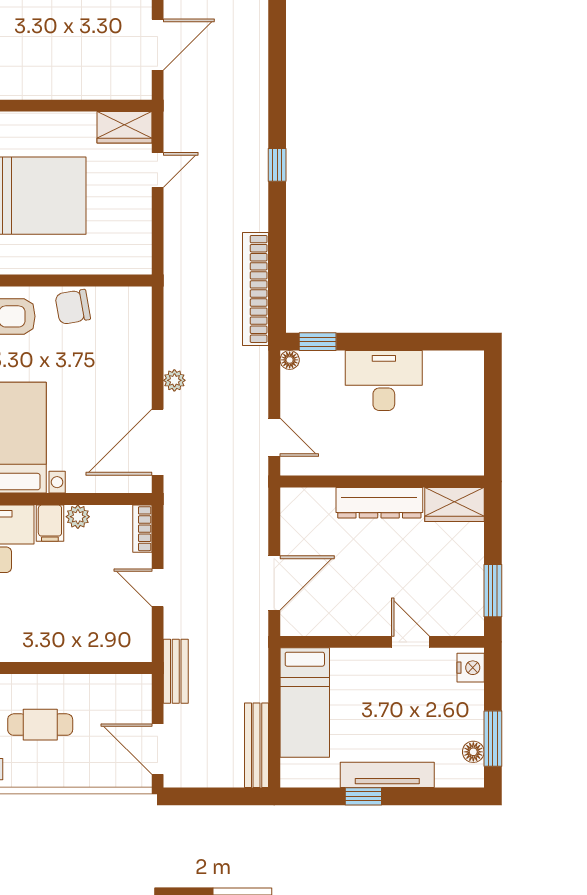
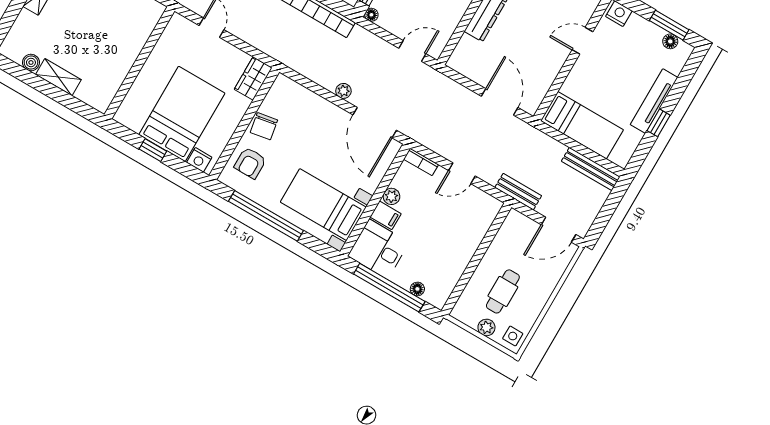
wardrobe: (125, 127) -> (253, 78), moved, turned 180

